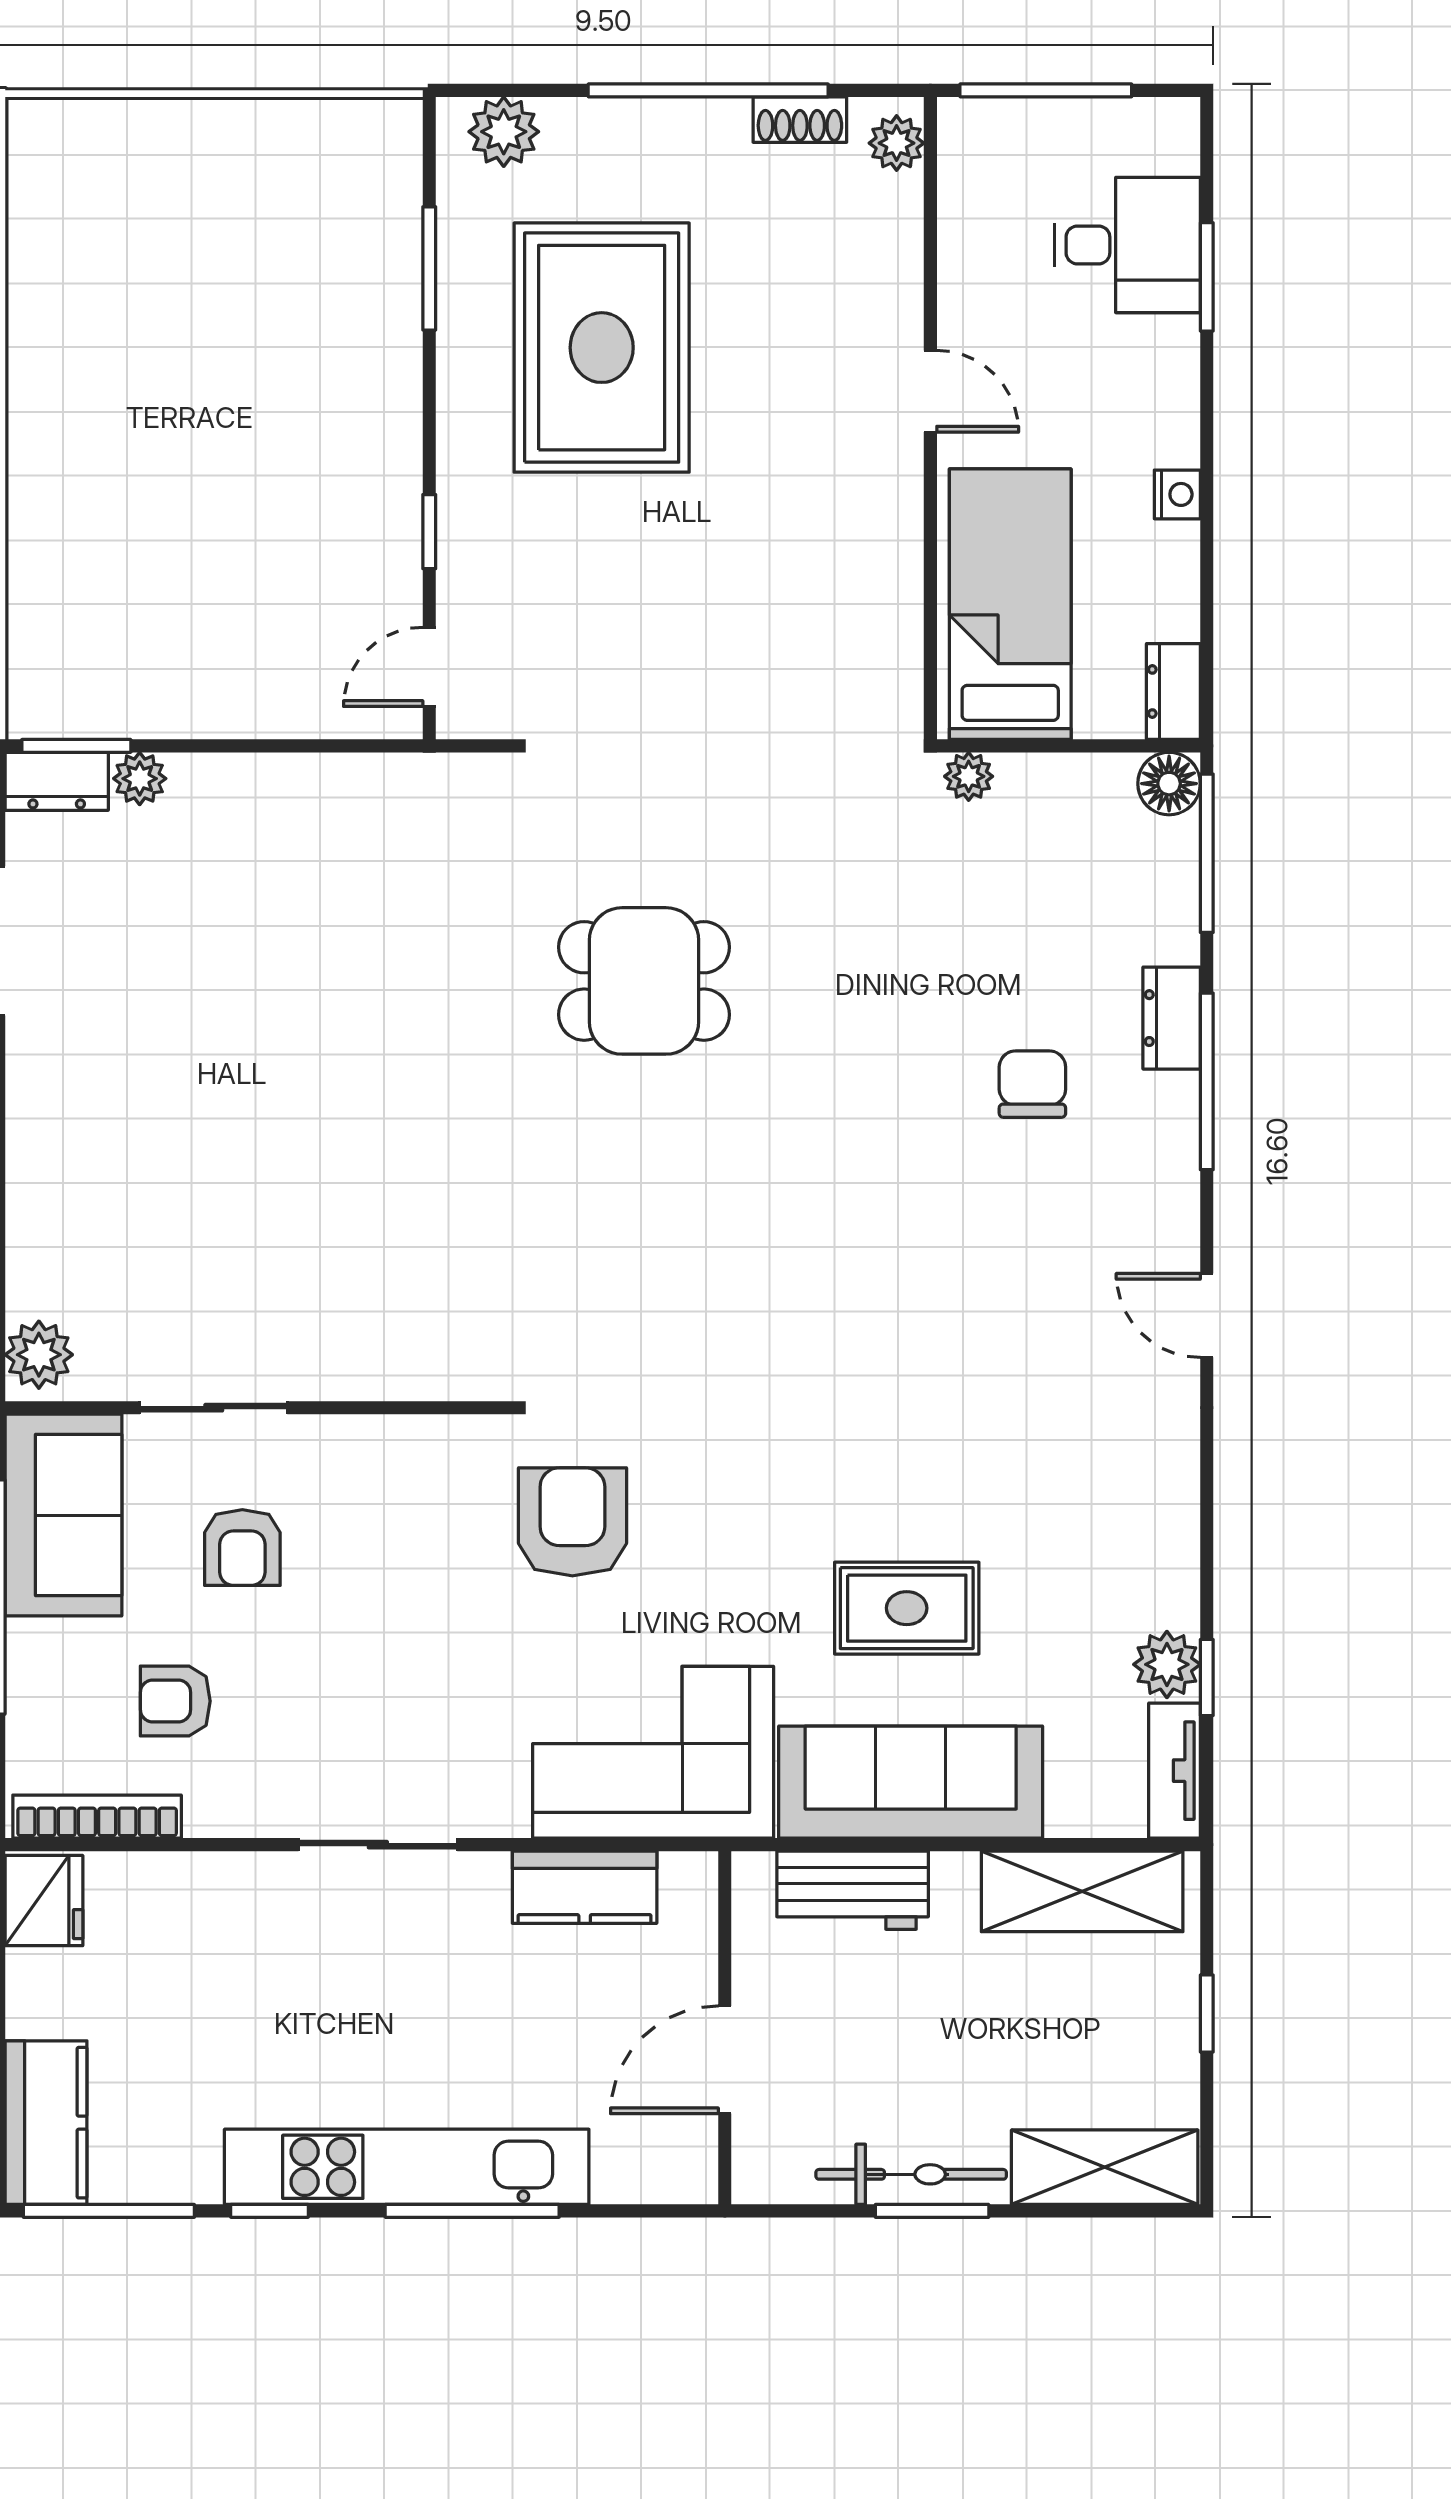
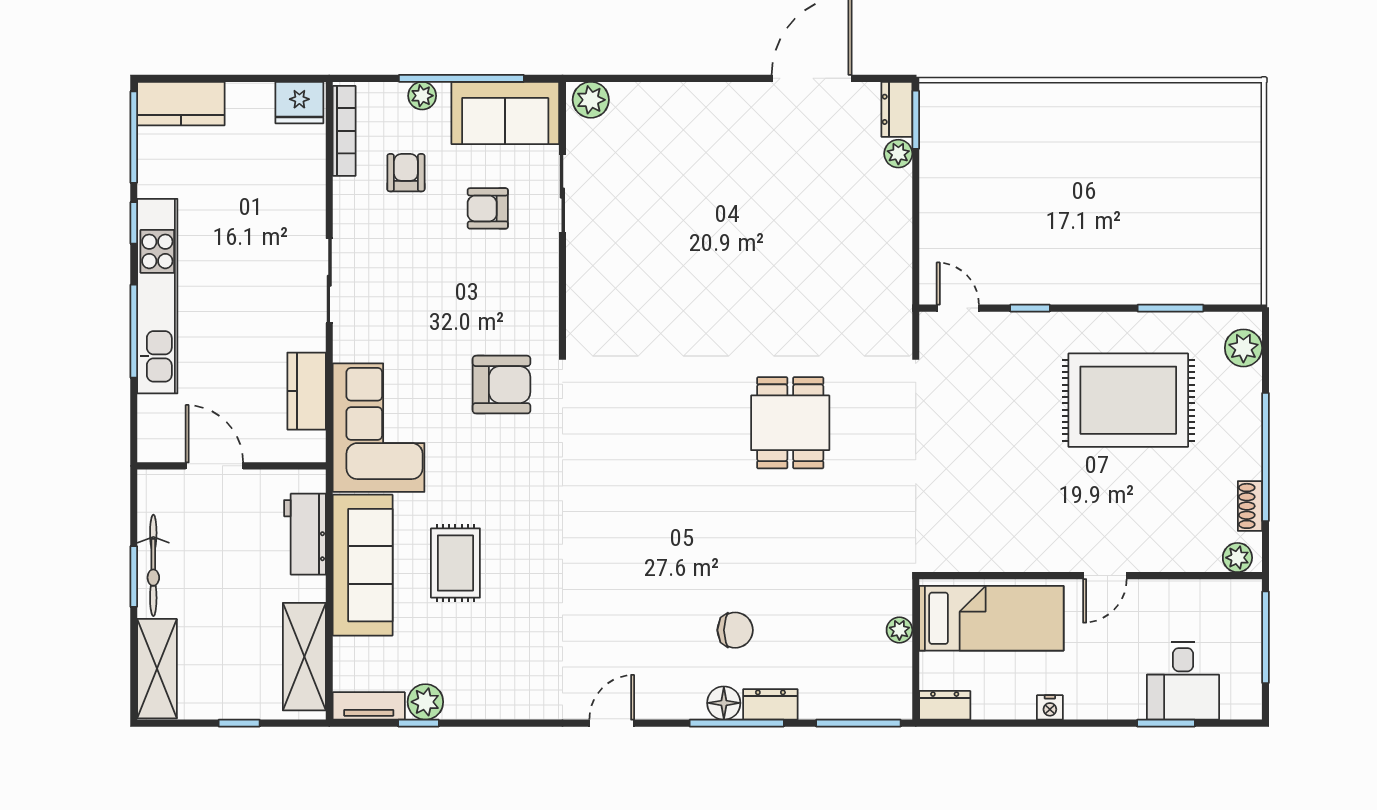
plant: (969, 776) -> (899, 630), moved
floor lamp: (1169, 784) -> (724, 703), moved
plant: (31, 1671) -> (422, 96), added

